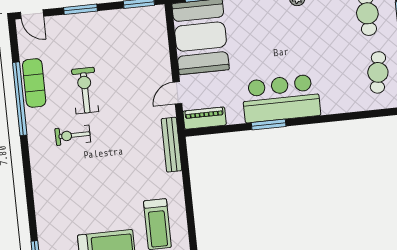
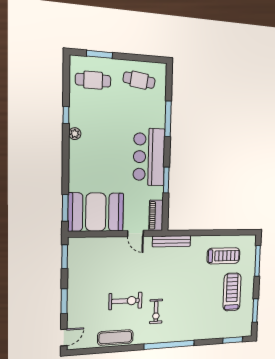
exercise bike: (85, 91) -> (125, 301), turned 180
window: (20, 99) -> (169, 345), moved
window: (335, 118) -> (168, 119), added
window: (269, 124) -> (166, 180), moved

